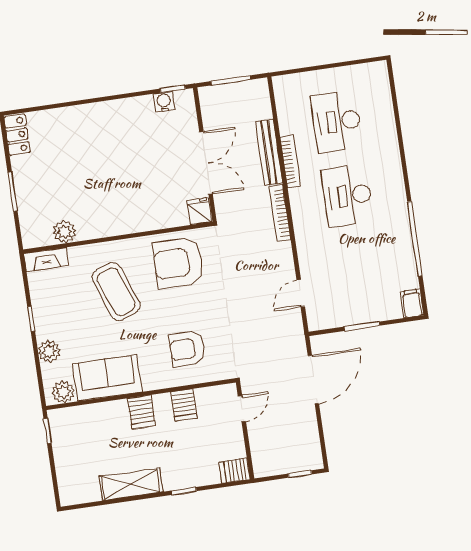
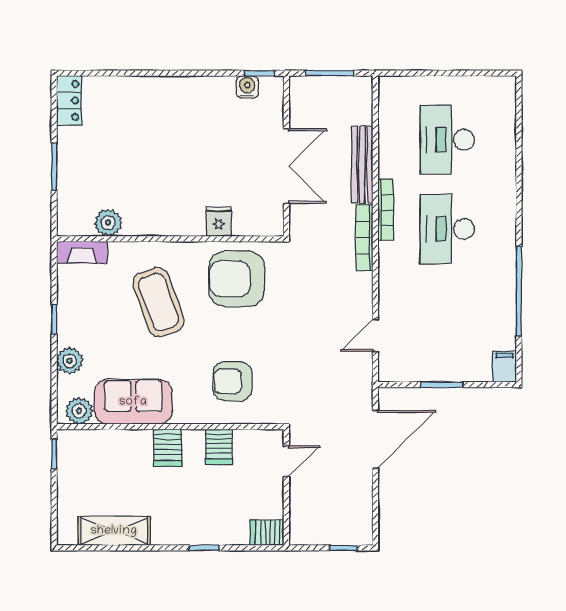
bookcase: (290, 162) -> (386, 210), moved
fridge: (199, 211) -> (219, 222), moved
shelving: (131, 484) -> (114, 531), moved

